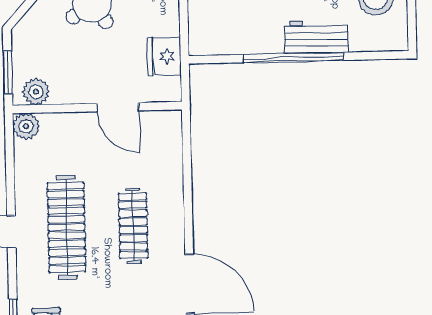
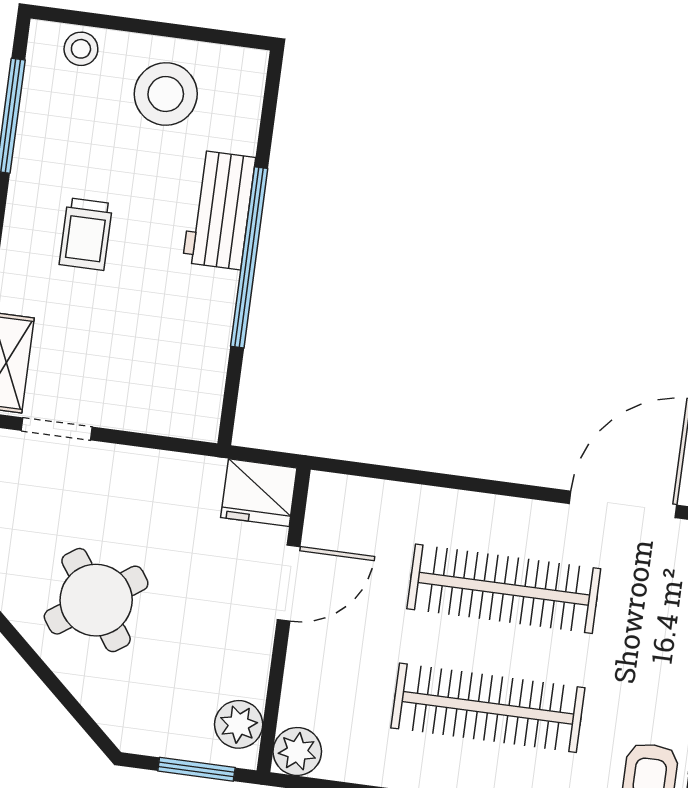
fridge: (164, 56) -> (259, 493), moved
clothes rail: (133, 226) -> (504, 589), width x1.37, depth x1.31

